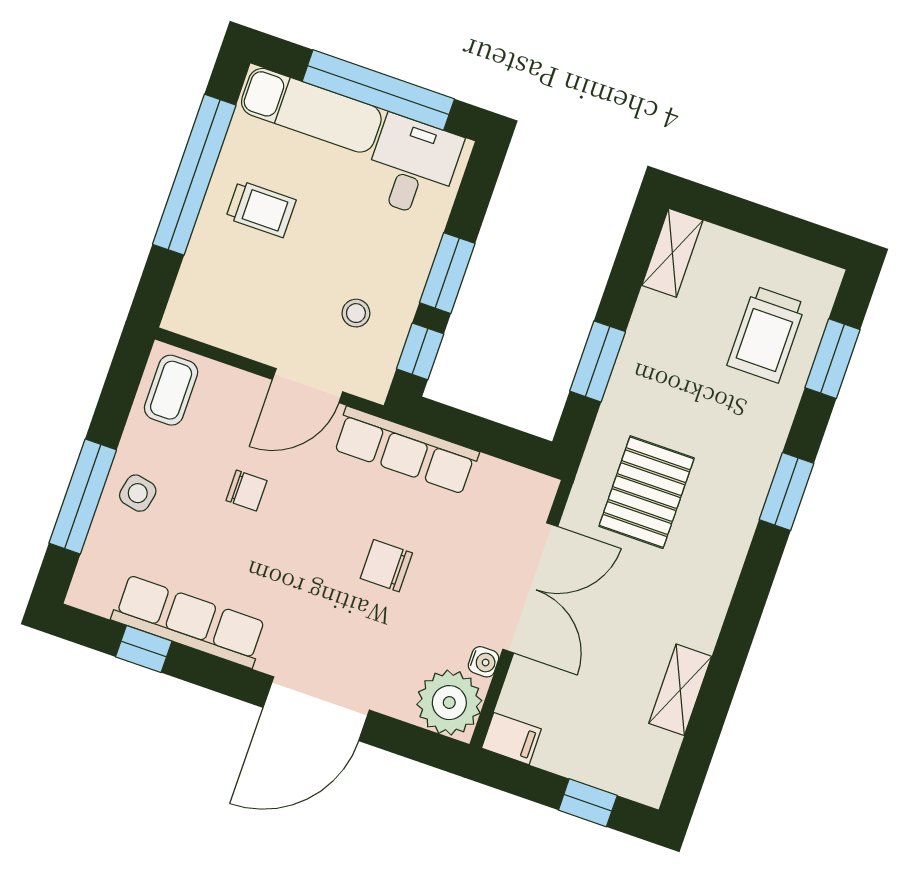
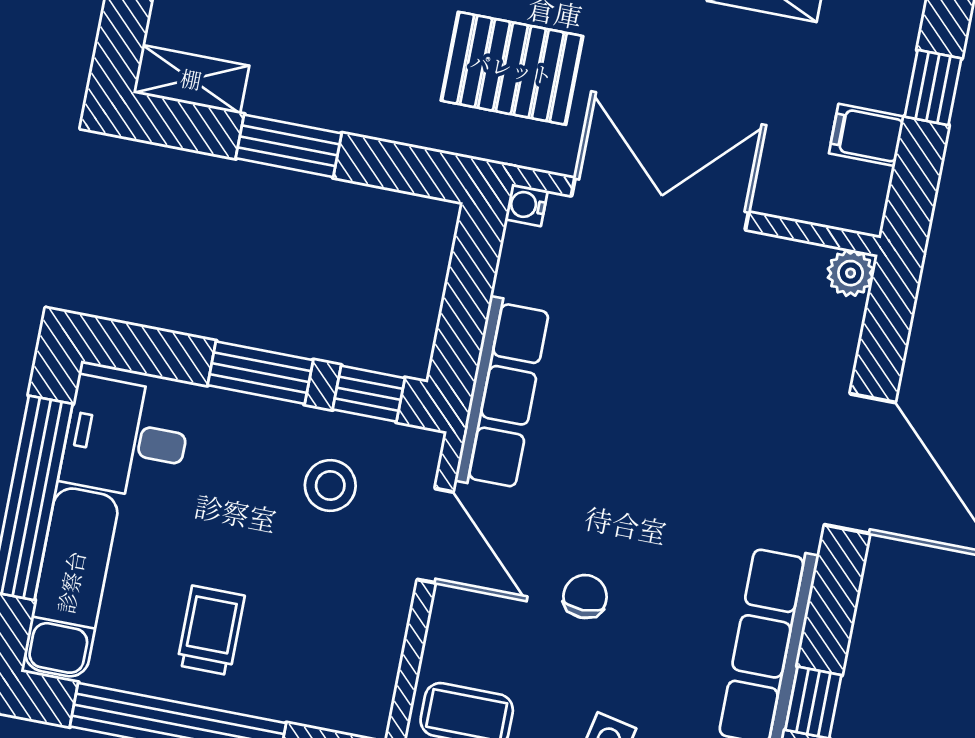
stool: (356, 313) -> (330, 485), width x1.37, depth x1.37
window: (598, 361) -> (289, 146), moved
chair: (386, 566) -> (658, 398), removed
water cooler: (483, 662) -> (526, 205), moved, turned -90
plant: (449, 703) -> (851, 273), width x0.53, depth x0.53
filing cabinet: (511, 739) -> (867, 135), moved, turned -90

